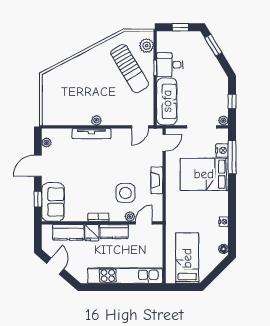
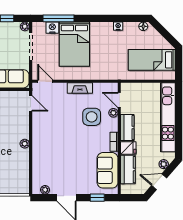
tv unit: (92, 134) -> (37, 148), removed
sofa: (53, 202) -> (107, 170), moved, turned -90
plant: (74, 271) -> (164, 164), added

